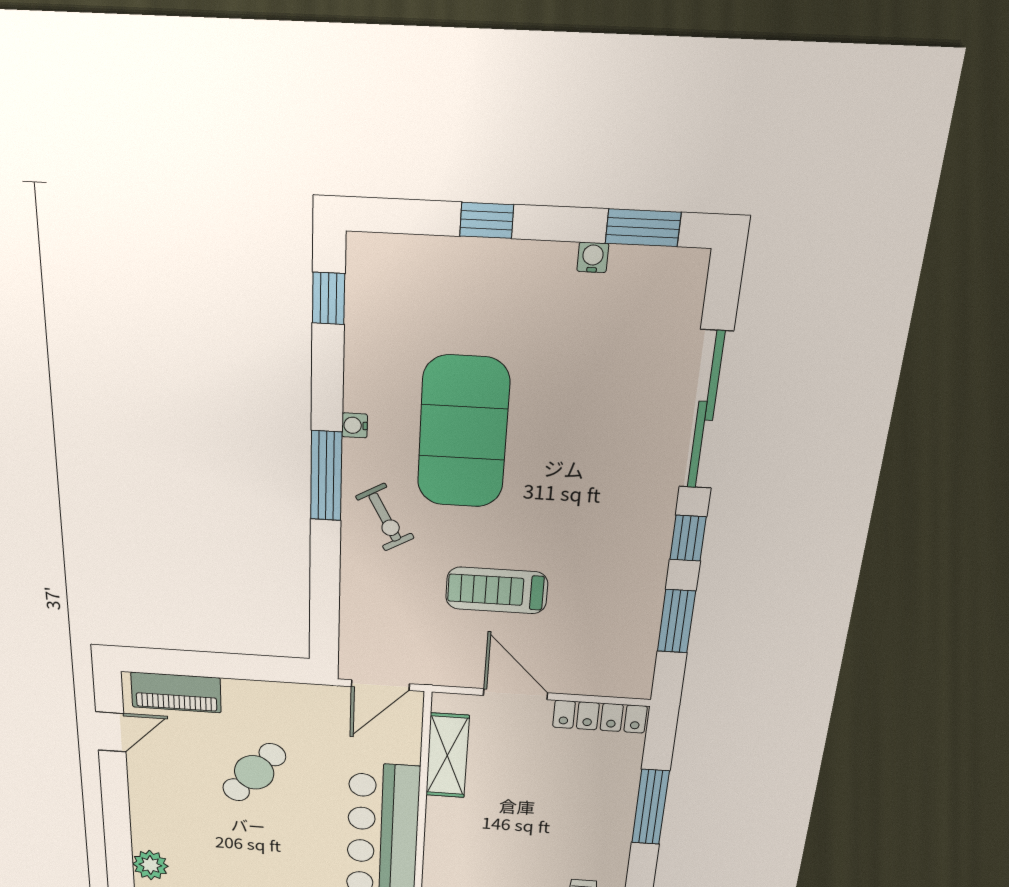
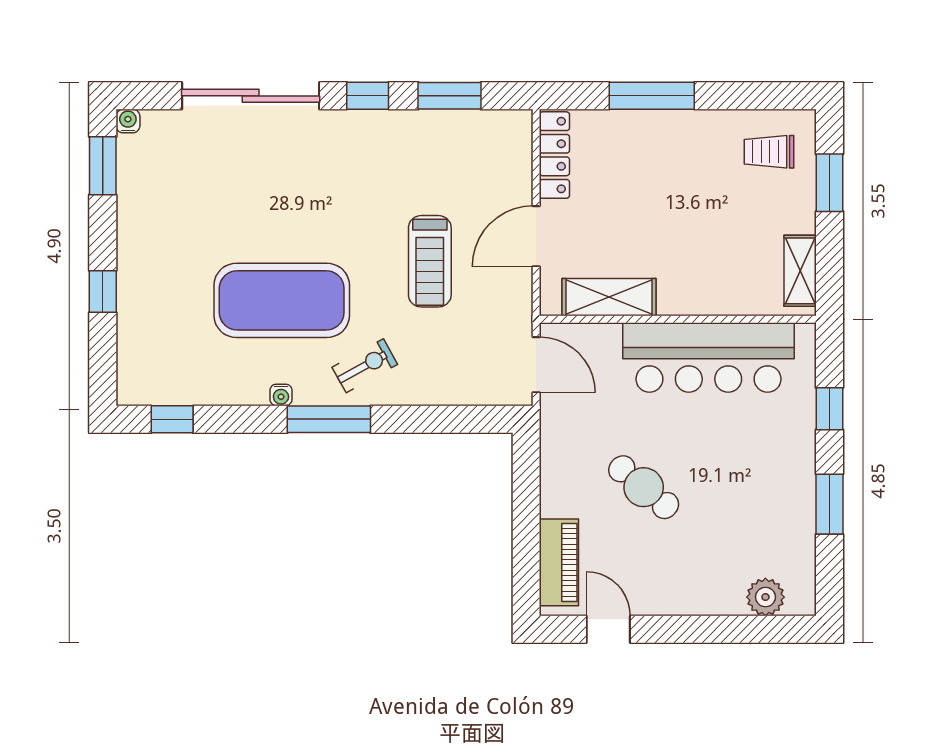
water cooler: (593, 257) -> (128, 121), moved, turned 90

